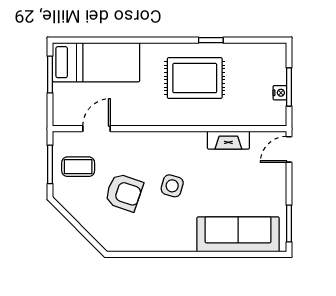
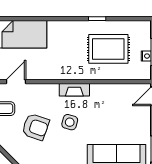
rug: (195, 78) -> (108, 49), moved
fireplace: (228, 140) -> (74, 90), moved

